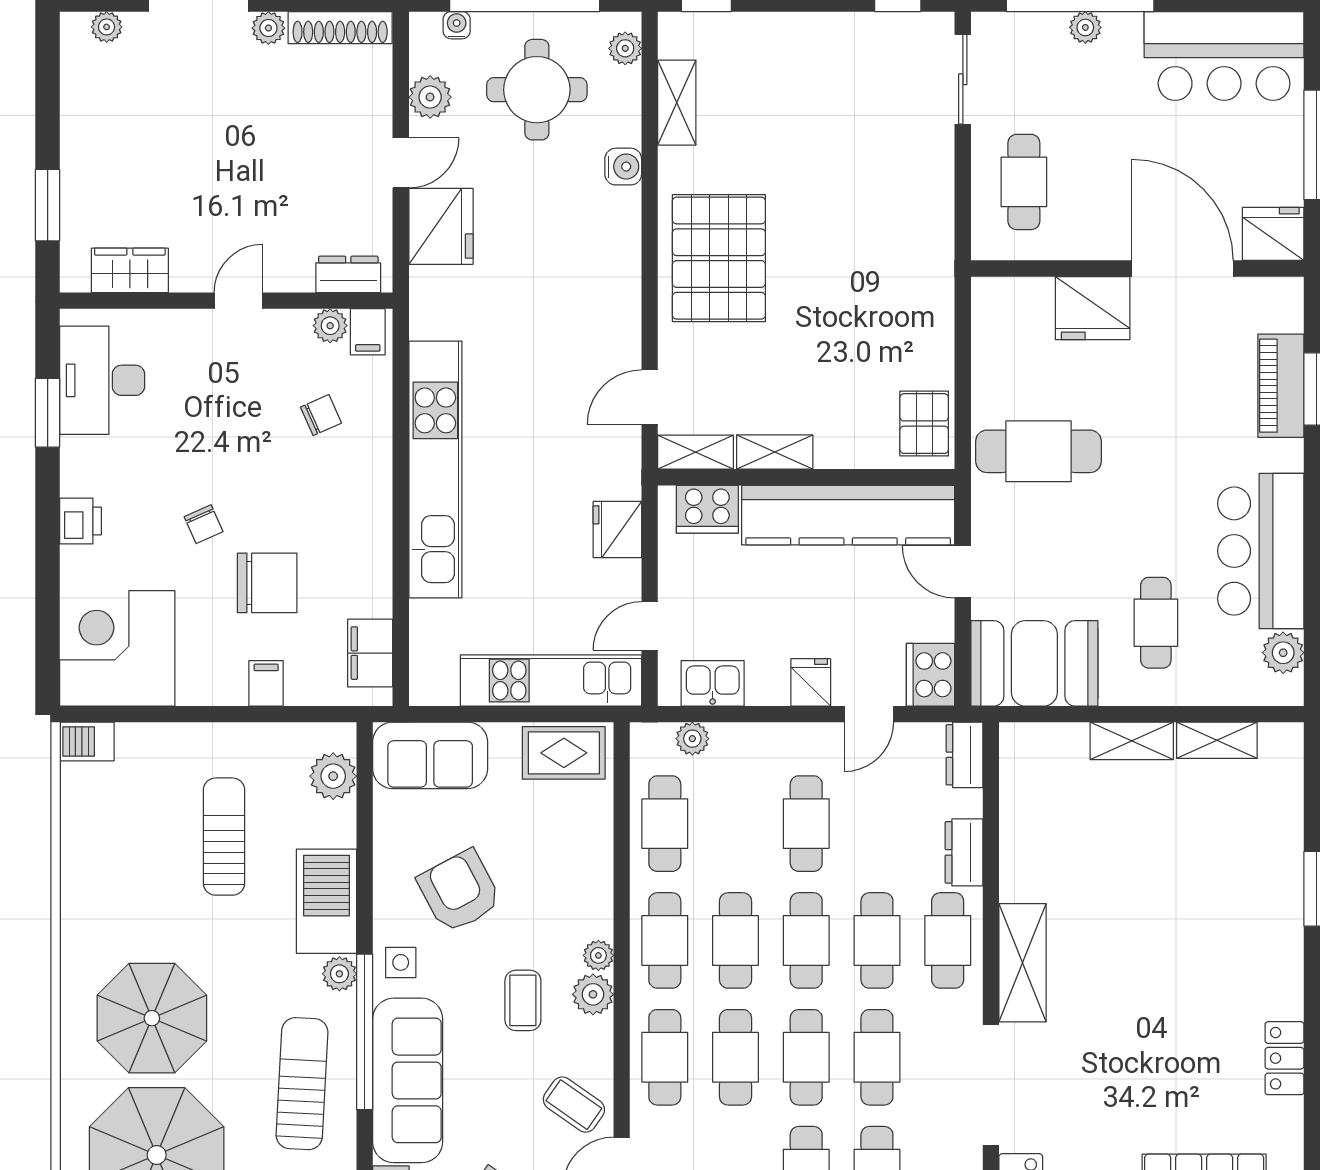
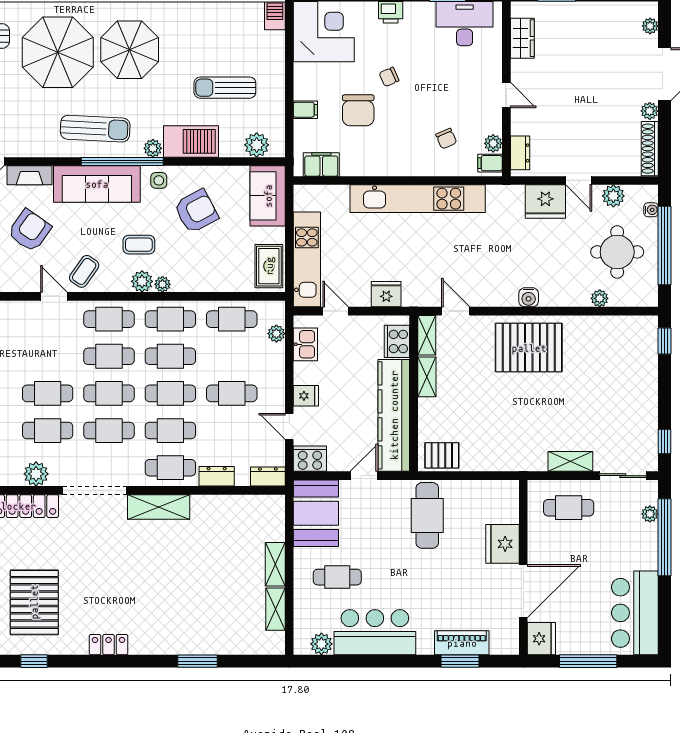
plant: (1085, 27) -> (650, 514), moved
plant: (625, 48) -> (600, 298), moved
shelving: (677, 103) -> (570, 461), moved
water cooler: (623, 167) -> (529, 297), moved
sun lounger: (224, 837) -> (225, 88), turned 180

